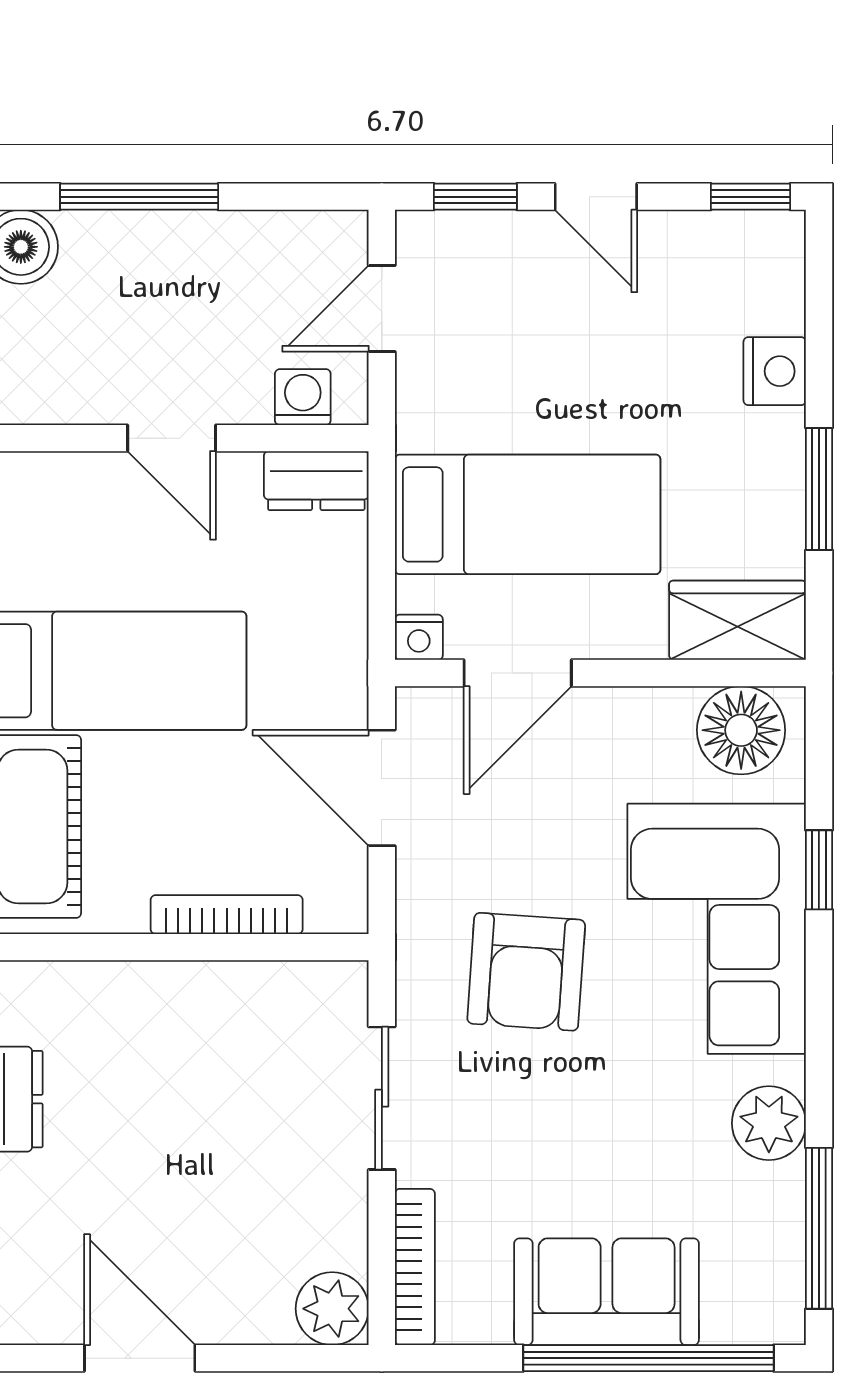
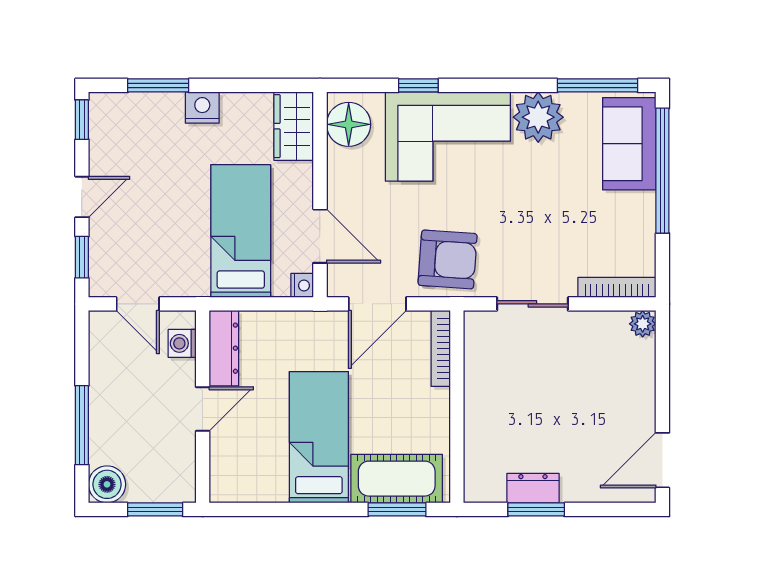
nightstand: (775, 371) -> (202, 108), moved
dresser: (316, 481) -> (224, 348), width x1.44
window: (819, 489) -> (158, 85), moved
bookcase: (227, 915) -> (441, 348), moved
armchair: (526, 972) -> (448, 259), moved
plant: (769, 1123) -> (538, 117), width x1.36, depth x1.36
sofa: (607, 1292) -> (629, 144), moved
plant: (332, 1309) -> (643, 324), width x0.73, depth x0.73
door: (140, 1358) -> (662, 460), moved

